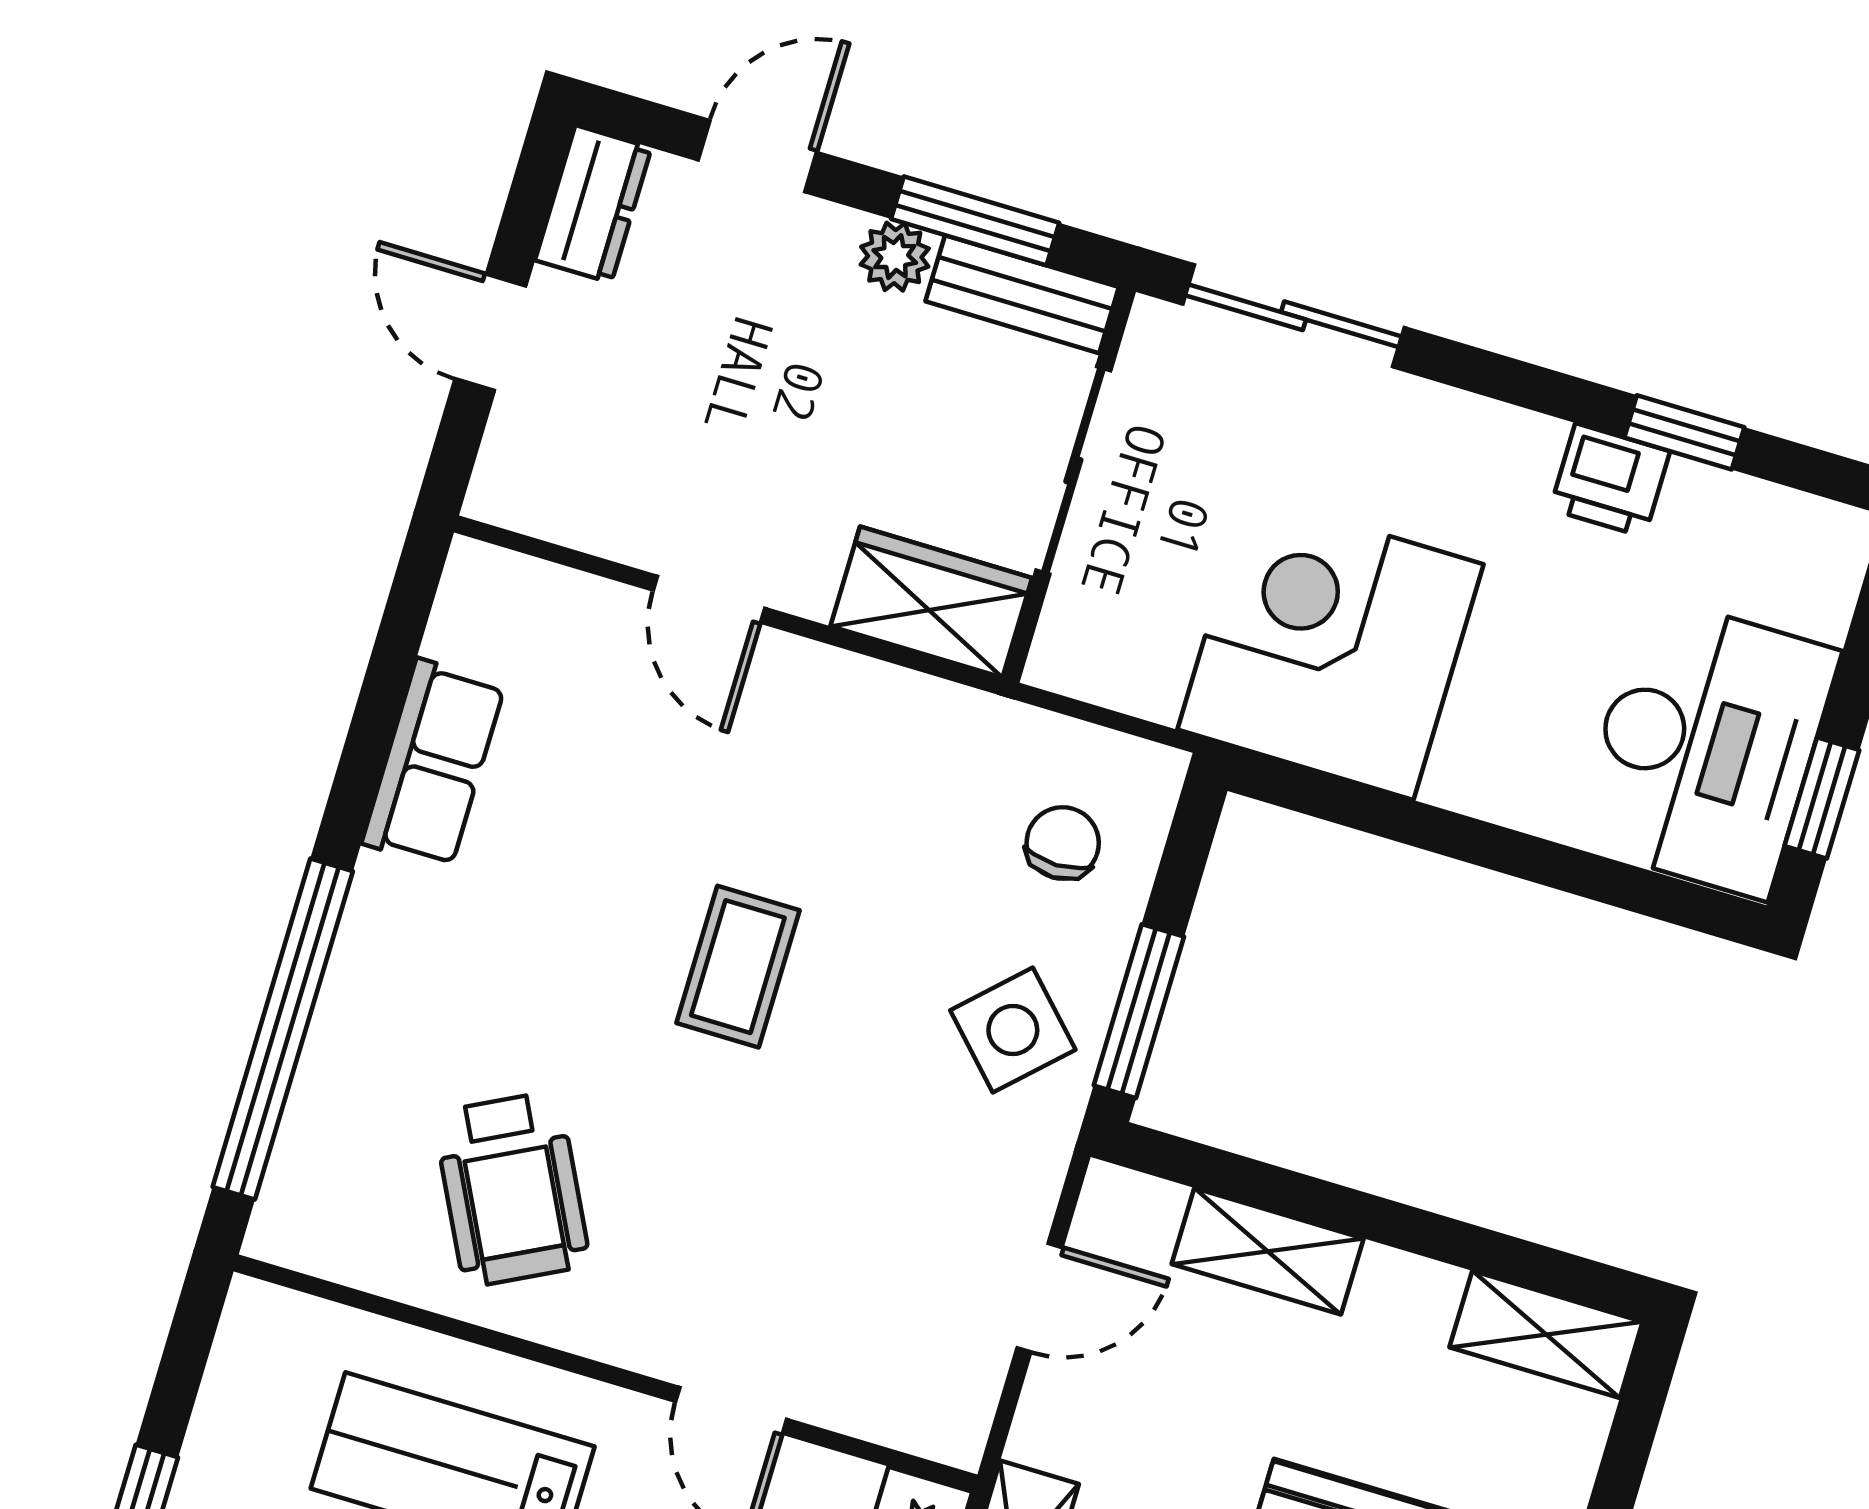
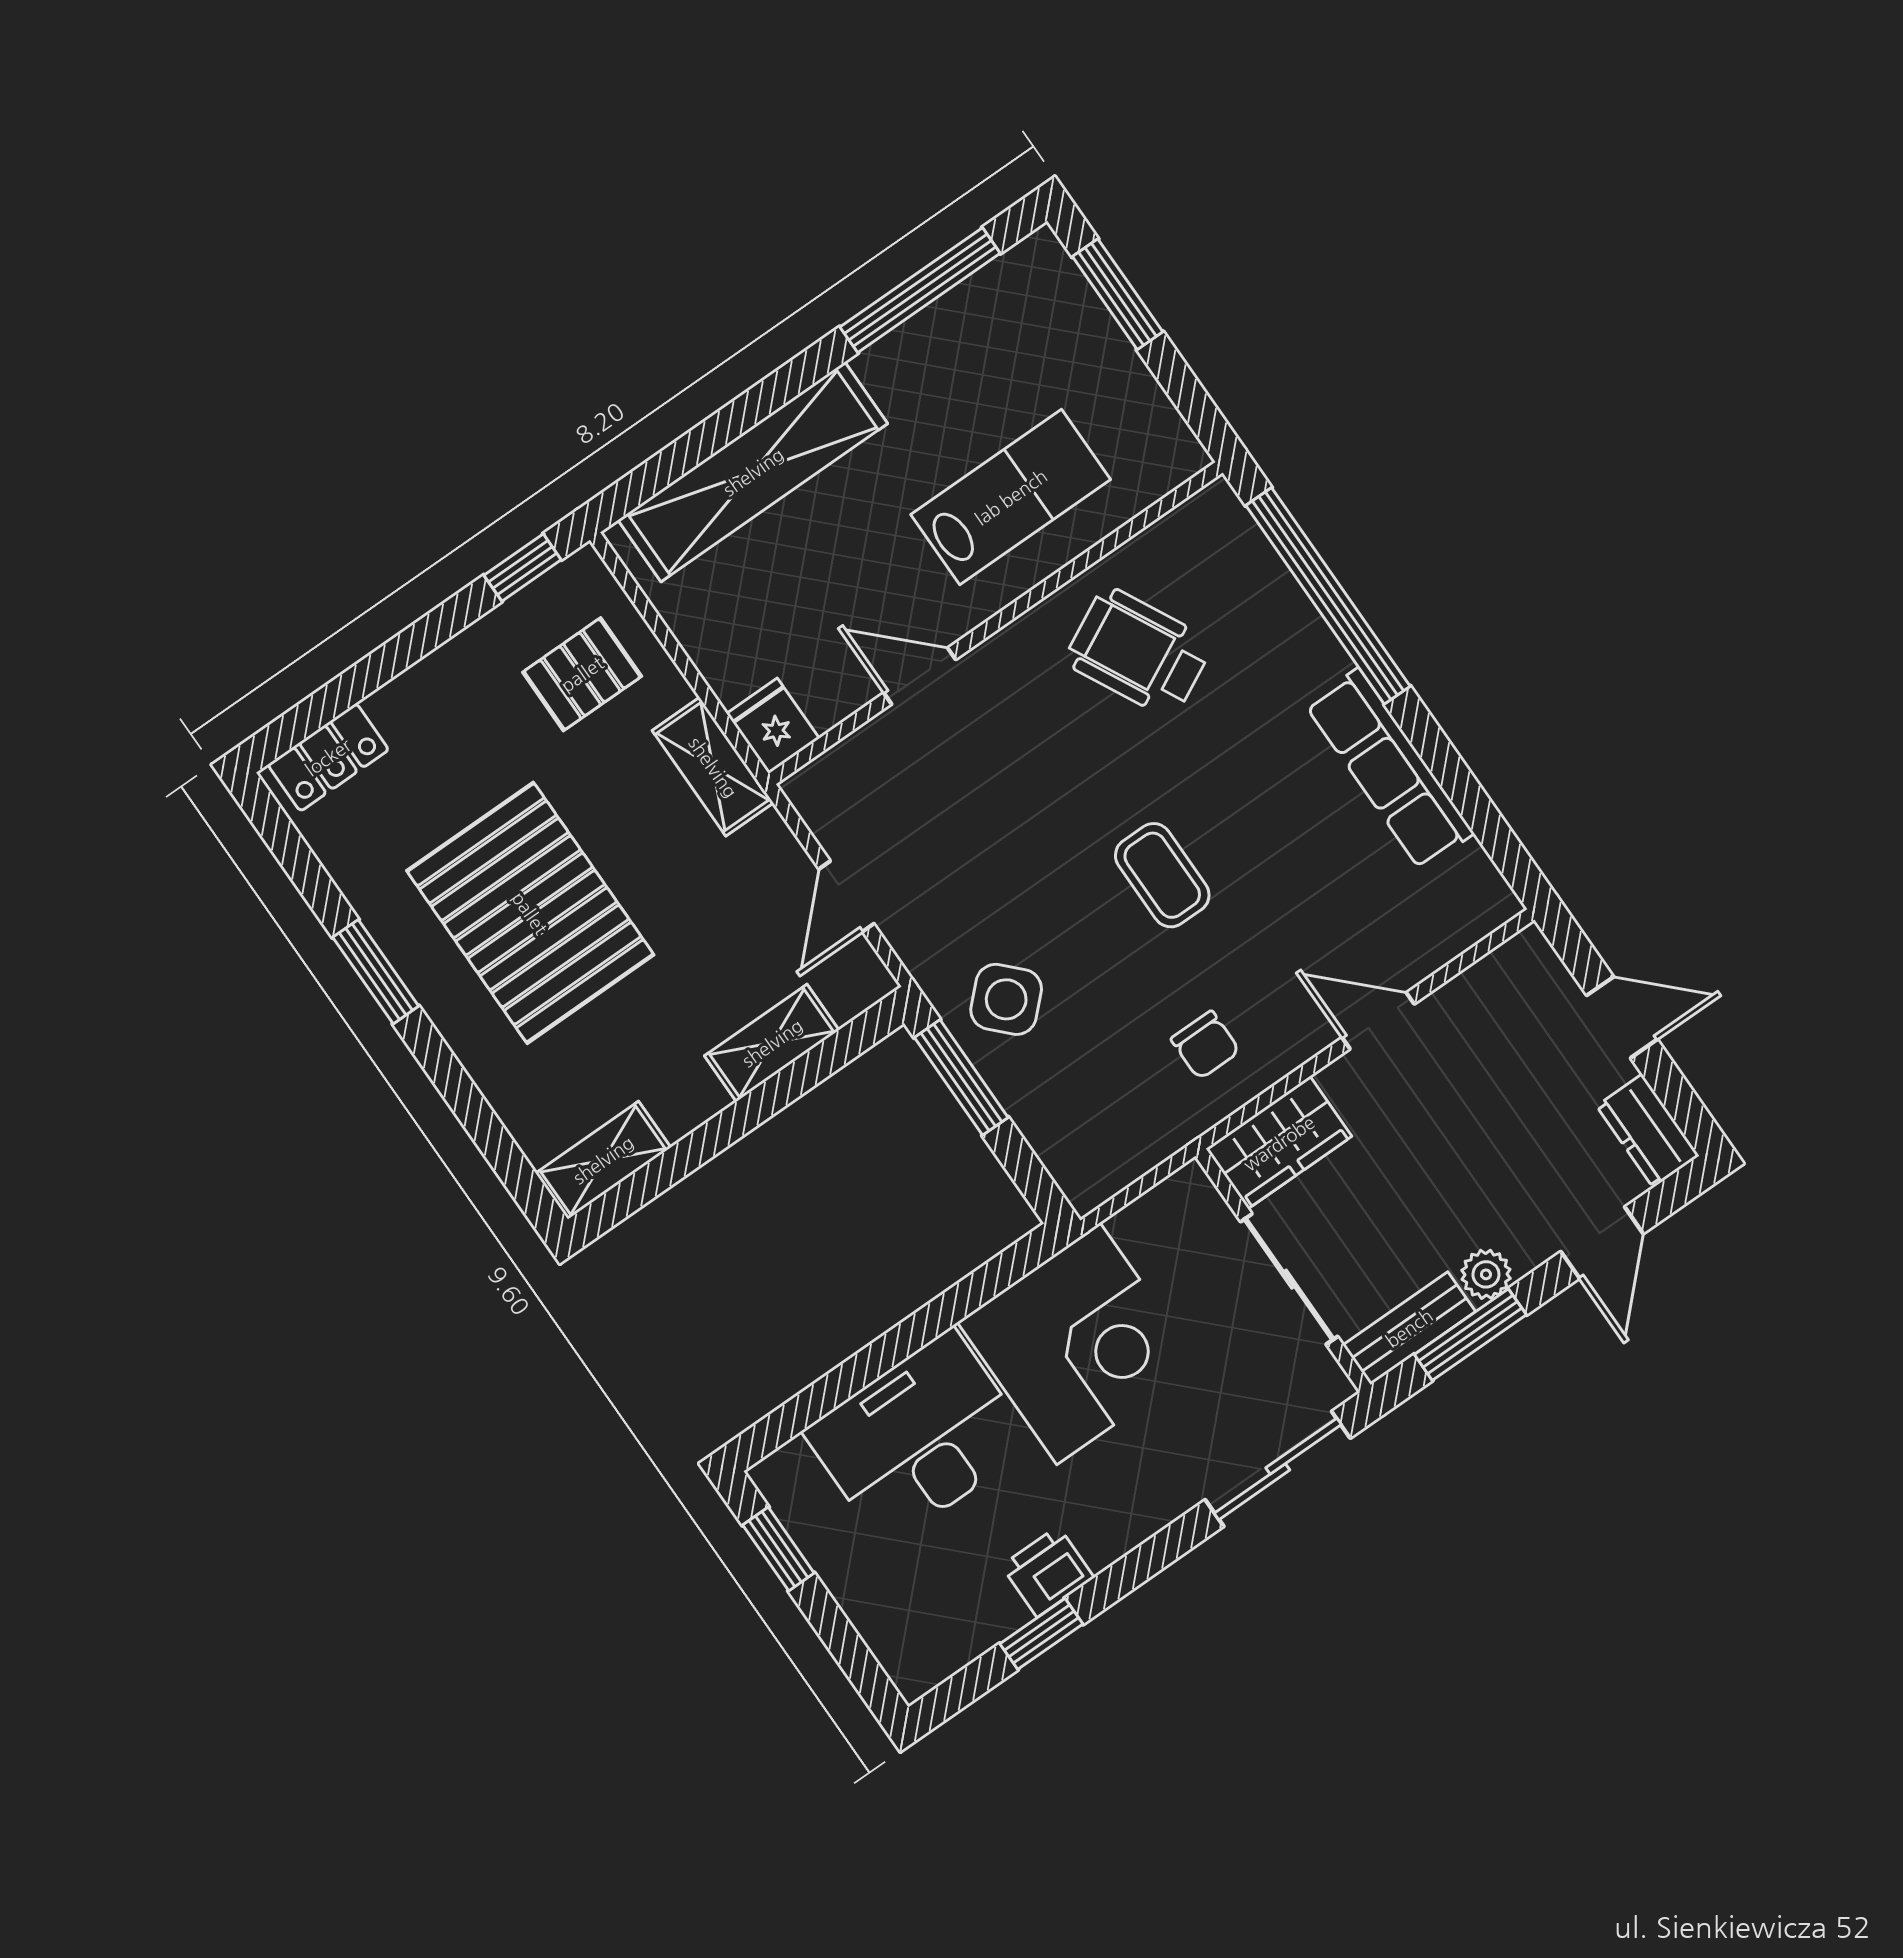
desk: (1706, 747) -> (919, 1438), moved, turned 90
row of seats: (433, 764) -> (1390, 769), width x1.48
chair: (1063, 843) -> (1205, 1045), moved

